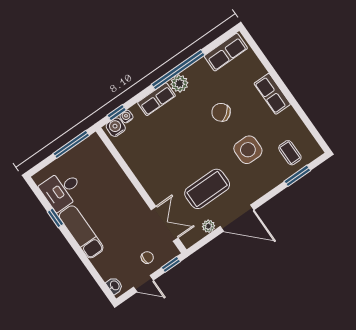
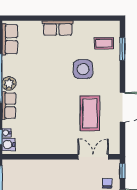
chair: (221, 112) -> (47, 70), removed
plant: (209, 226) -> (115, 129), removed

